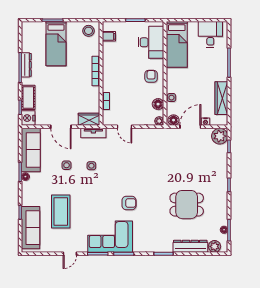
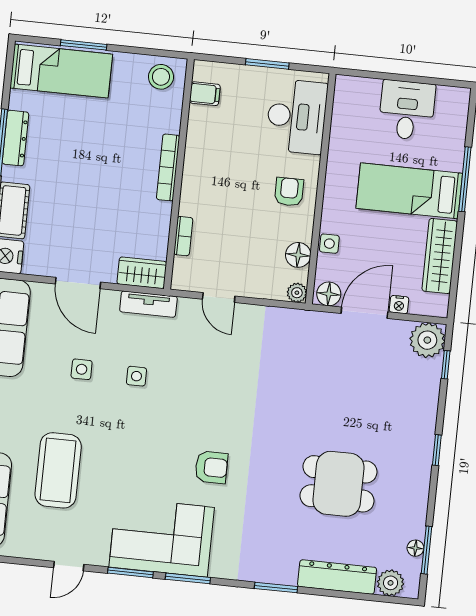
desk: (210, 34) -> (407, 110), moved
bed: (56, 44) -> (61, 71), moved, turned -90
bed: (177, 44) -> (409, 191), moved, turned 90

